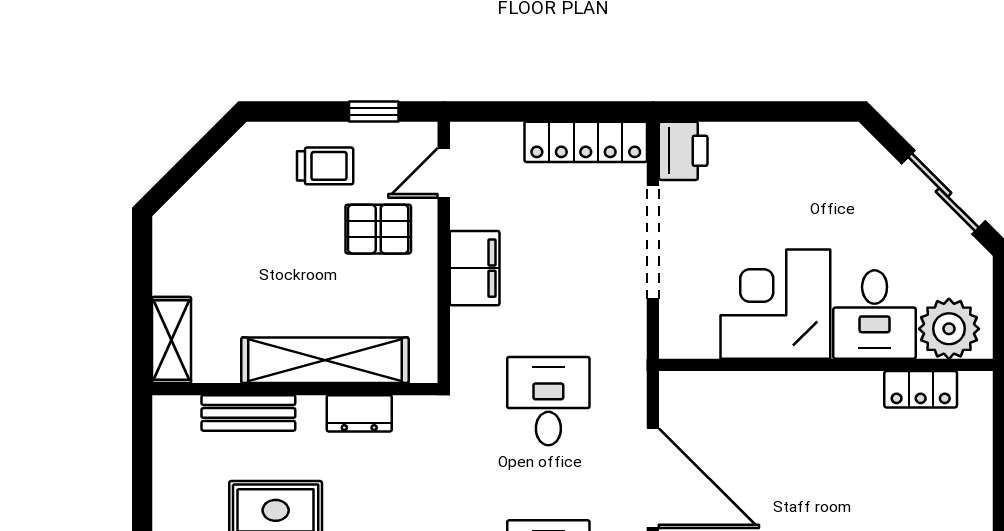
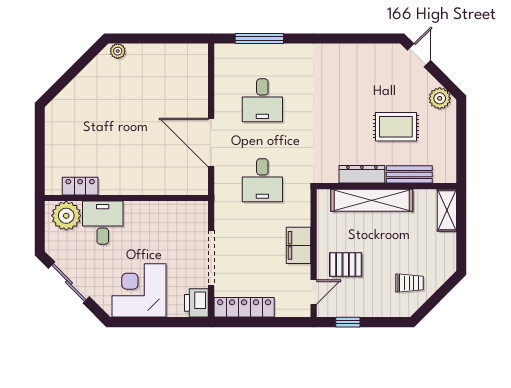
trolley: (325, 166) -> (409, 283), moved, turned 180
corner desk: (775, 304) -> (139, 290), moved, turned 180
dresser: (359, 413) -> (362, 174), width x1.44

